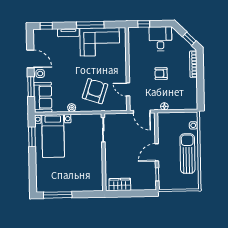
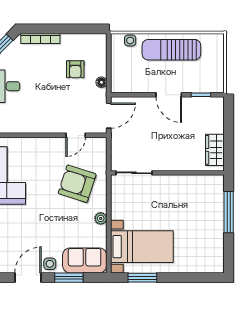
armchair: (161, 74) -> (75, 69), moved
window: (58, 195) -> (229, 212), moved

